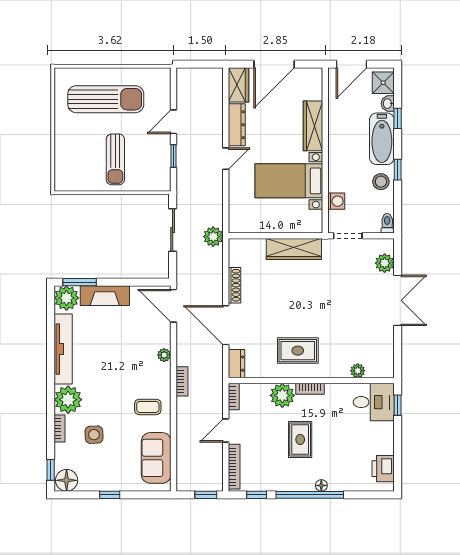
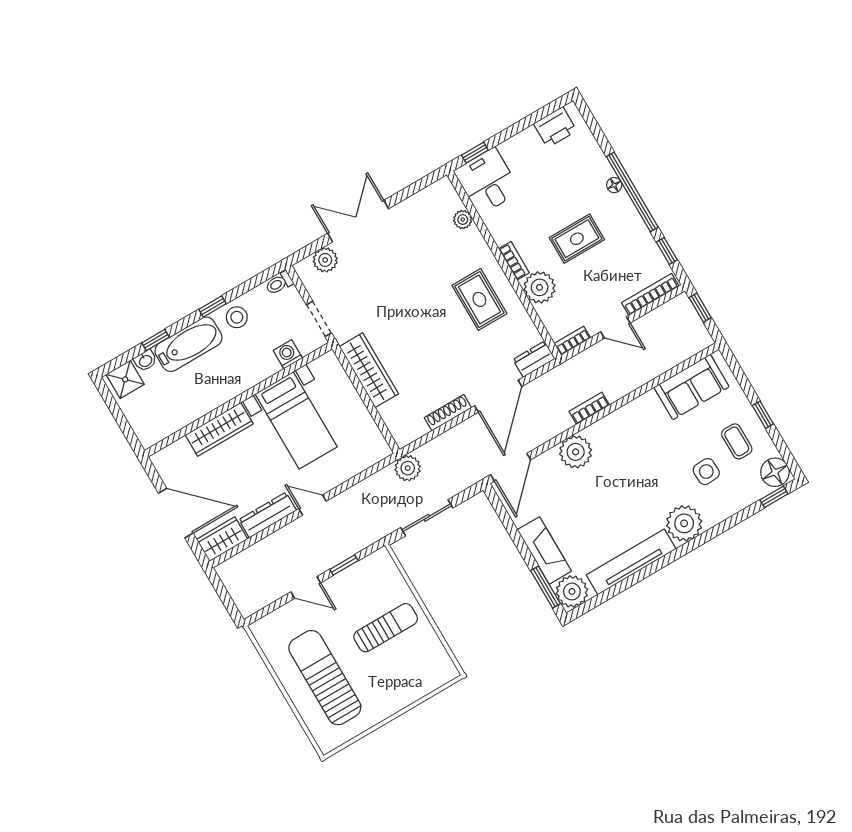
door: (351, 64) -> (125, 427), removed
plant: (164, 355) -> (576, 452), width x1.88, depth x1.88
coffee table: (148, 407) -> (737, 441), moved
bookcase: (60, 429) -> (722, 514), removed

